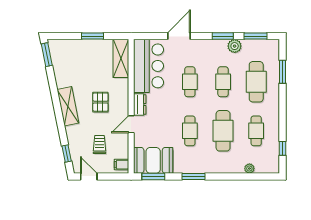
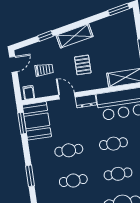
pallet: (100, 102) -> (83, 65), turned 90
cafe table: (223, 131) -> (73, 181), width x0.73, depth x0.74
window: (67, 154) -> (45, 36), moved
window: (194, 177) -> (30, 176), moved

